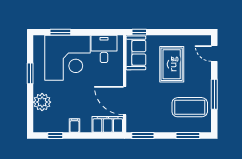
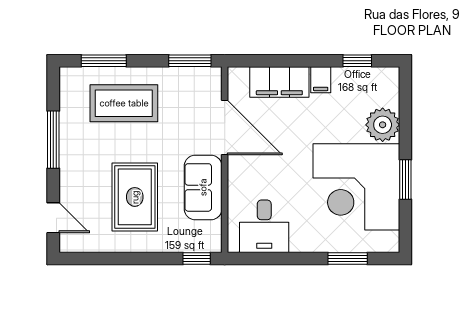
sofa: (136, 53) -> (203, 187), moved
corner desk: (68, 58) -> (356, 187), moved, turned -90
coffee table: (190, 107) -> (124, 103), moved
filing cabinet: (108, 124) -> (279, 82), moved

